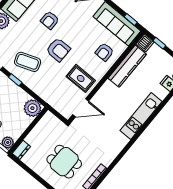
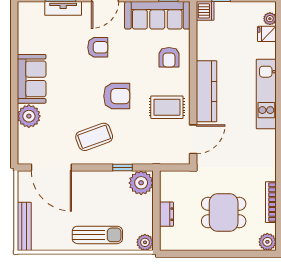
armchair: (50, 20) -> (98, 47), moved, turned -90
kitchen counter: (127, 66) -> (206, 91), moved
window: (15, 80) -> (122, 167), moved
dresser: (21, 150) -> (166, 214), moved

